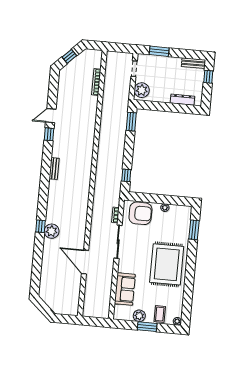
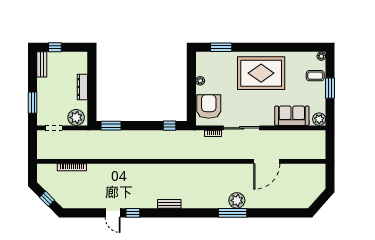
dresser: (182, 100) -> (82, 87), moved
window: (41, 226) -> (233, 213), width x2.17
plant: (139, 316) -> (319, 119), moved

